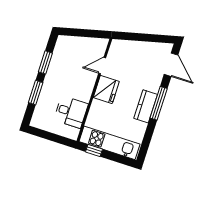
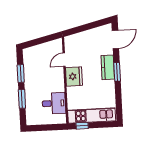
door: (171, 65) -> (115, 39), hinge flipped
window: (159, 103) -> (117, 72), width x0.69
kitchen counter: (146, 106) -> (108, 67), moved

